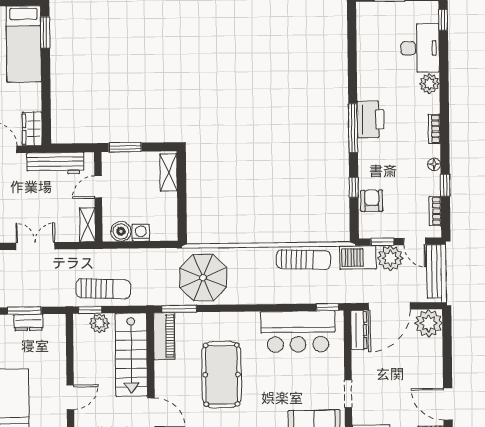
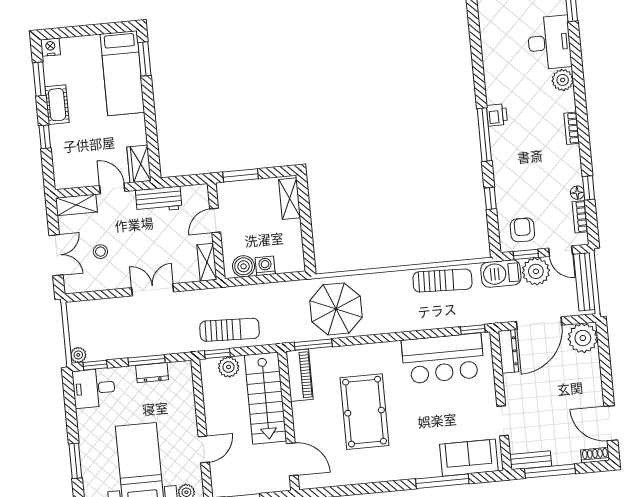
printer: (371, 119) -> (497, 115), width x0.53, depth x0.68
workbench: (55, 163) -> (159, 200), width x0.73
floor lamp: (434, 164) -> (577, 193), moved
armchair: (372, 201) -> (522, 230), moved

